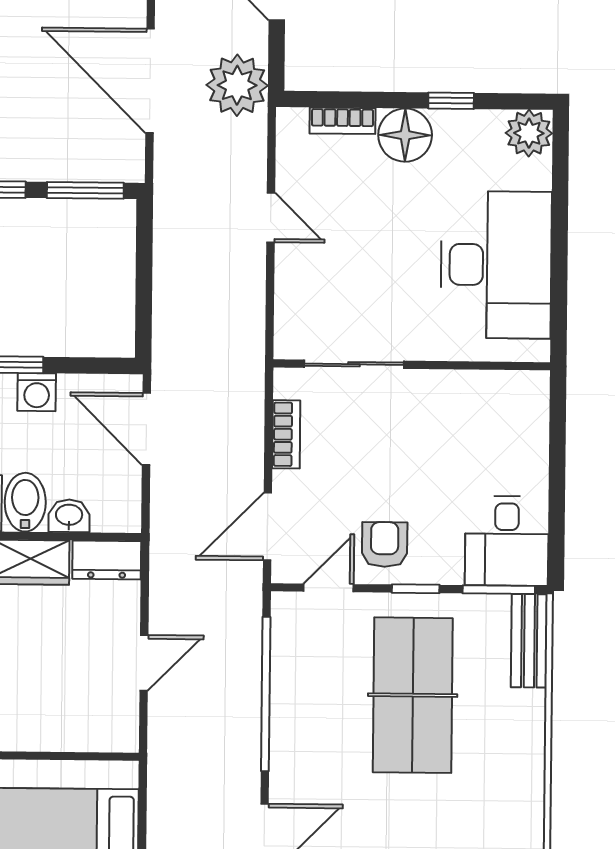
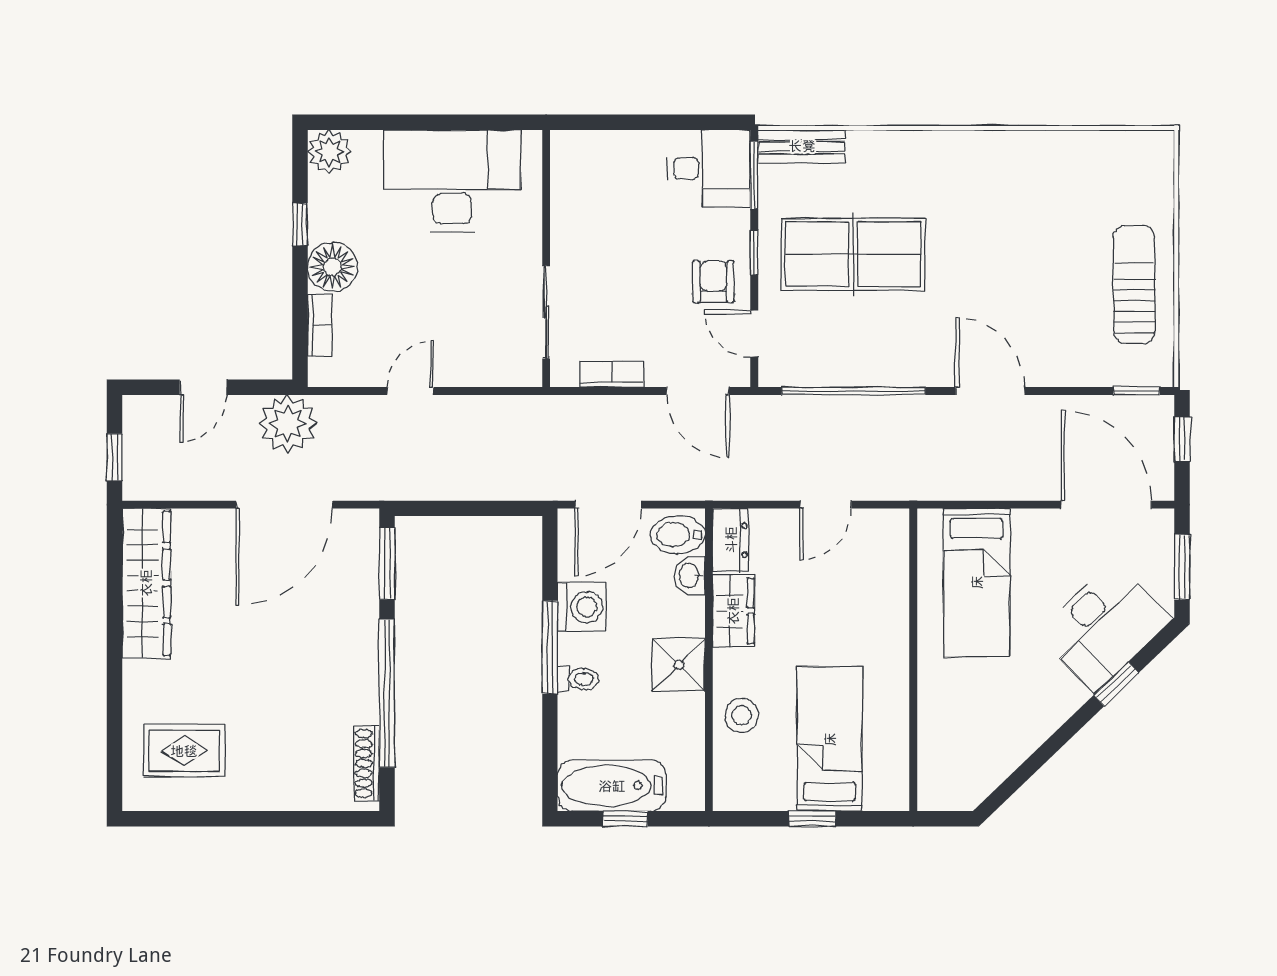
washing machine: (37, 392) -> (582, 607), width x1.38, depth x1.38
bidet: (25, 502) -> (678, 535), moved
armchair: (385, 544) -> (713, 282), turned 90
door: (144, 663) -> (826, 505), swing flipped

